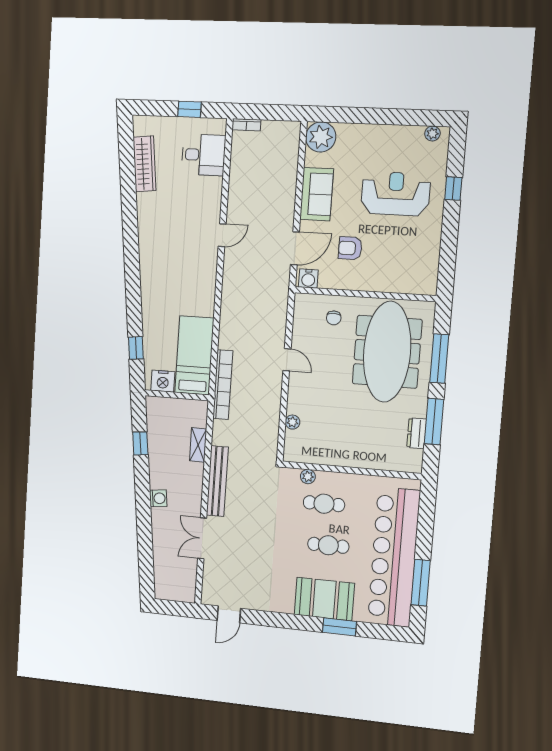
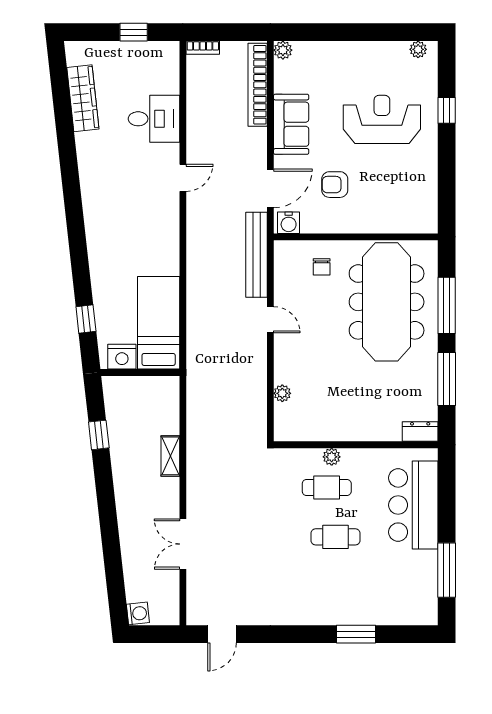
plant: (321, 137) -> (283, 50), width x0.53, depth x0.53
desk: (203, 155) -> (154, 119), moved
bookcase: (223, 385) -> (258, 85), moved, turned 180
dresser: (417, 433) -> (420, 432), moved, turned 90
shelving: (198, 445) -> (170, 456), moved
plant: (308, 477) -> (332, 457), moved
bench: (217, 481) -> (256, 255), moved
washing machine: (158, 498) -> (138, 613), moved
bar counter: (394, 557) -> (413, 505), width x0.54
booth: (324, 599) -> (336, 602), removed

